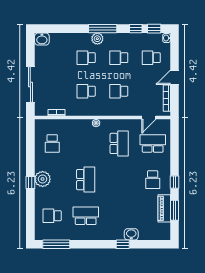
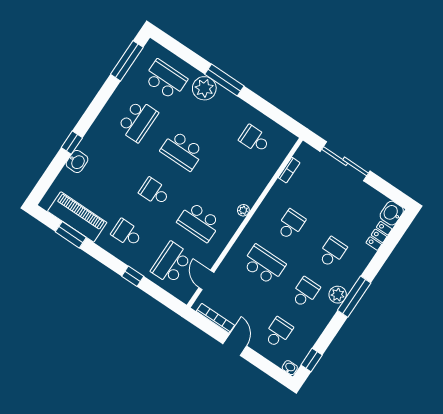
window: (136, 29) -> (327, 337), removed
locker: (59, 38) -> (379, 236), added
plant: (97, 39) -> (338, 295), moved
school desk: (119, 91) -> (264, 265), width x1.85
school desk: (153, 143) -> (171, 263), turned 180
plant: (43, 179) -> (204, 88), moved
school desk: (119, 180) -> (154, 192), added
window: (174, 182) -> (133, 276), moved
window: (30, 183) -> (224, 80), width x2.17
piano: (164, 208) -> (77, 217), width x1.37, depth x1.33
school desk: (52, 216) -> (165, 79), width x1.85

